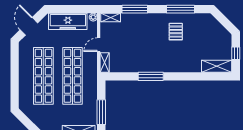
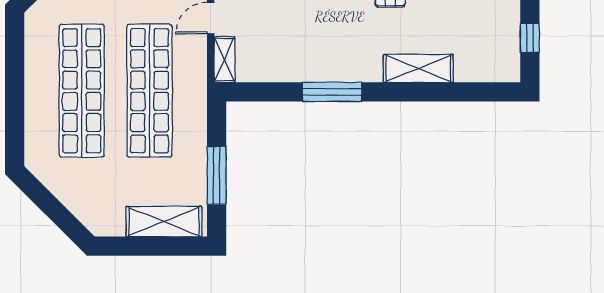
shelving: (217, 66) -> (418, 68), moved

